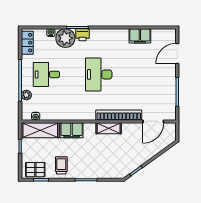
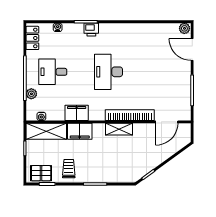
filing cabinet: (140, 36) -> (77, 113), moved, turned 180
plant: (65, 38) -> (184, 28), moved, width x0.53, depth x0.53
door: (177, 54) -> (192, 50), hinge flipped

